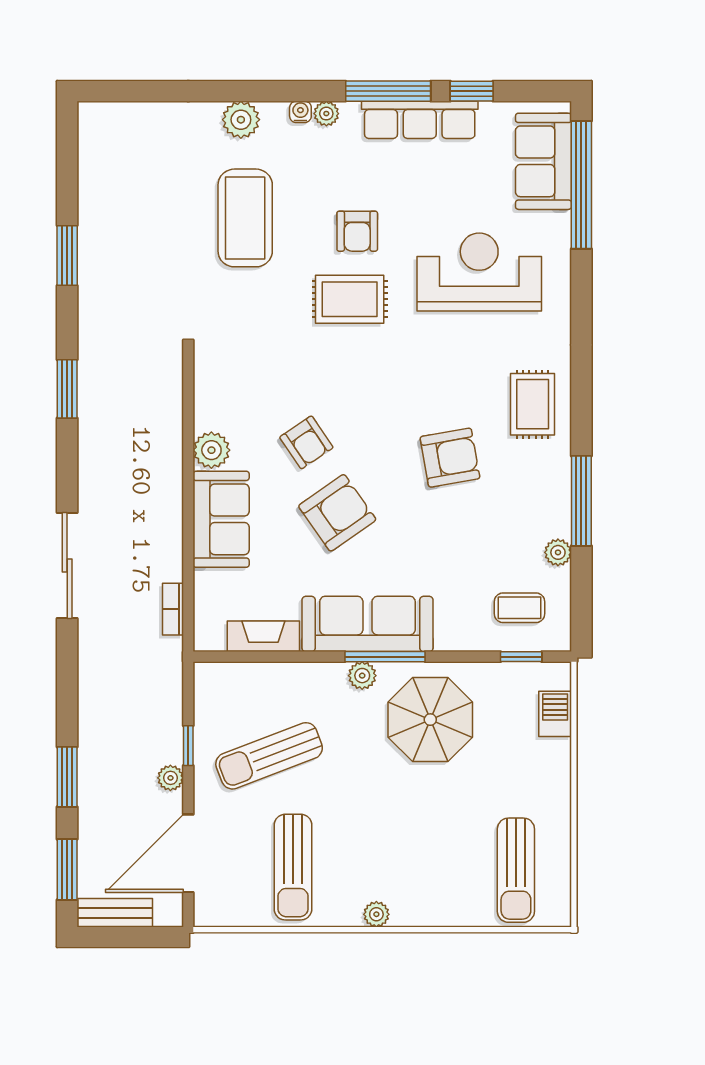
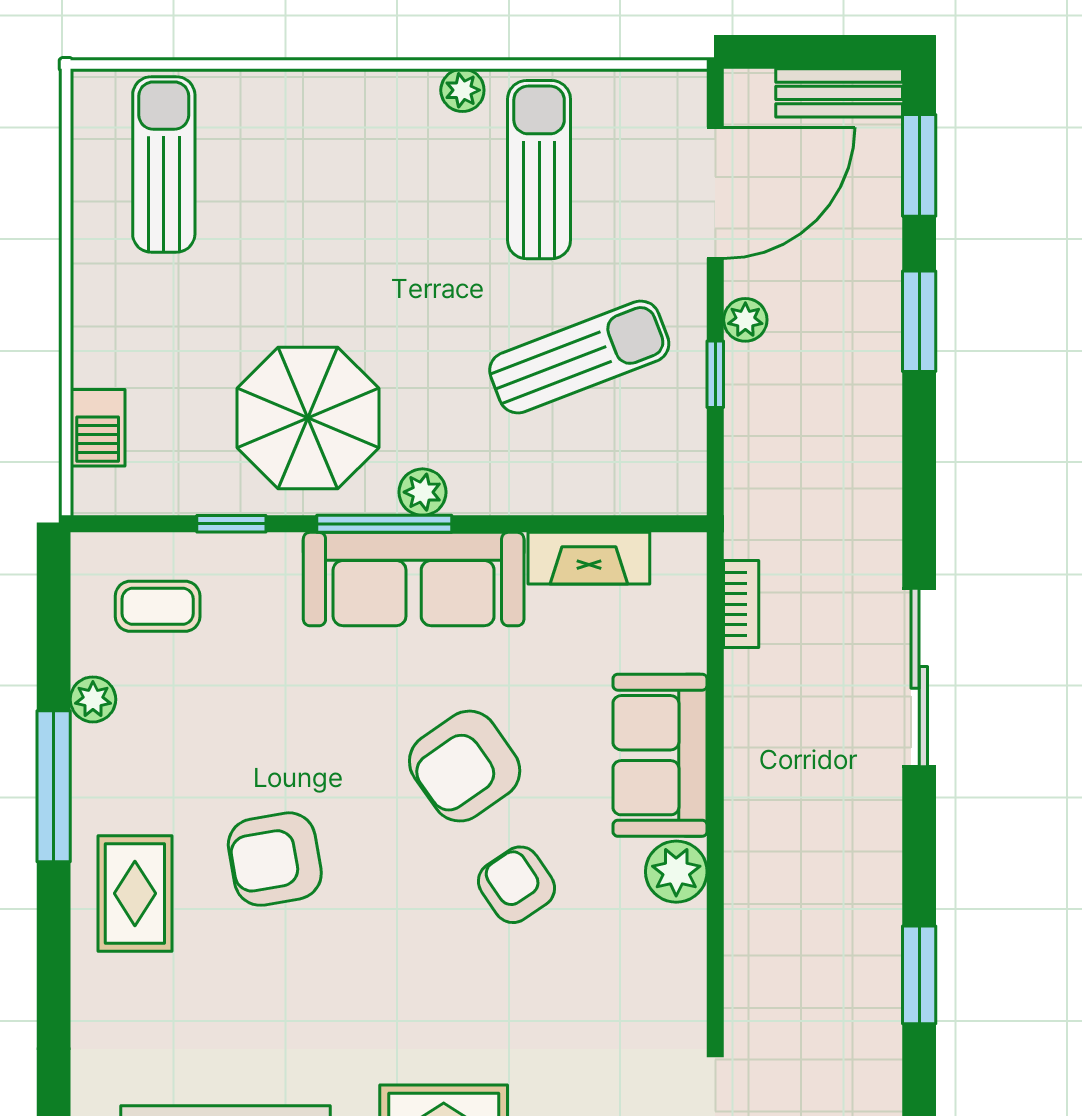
rug: (533, 404) -> (135, 893), moved
window: (521, 657) -> (231, 524), moved
plant: (376, 914) -> (462, 90), moved

